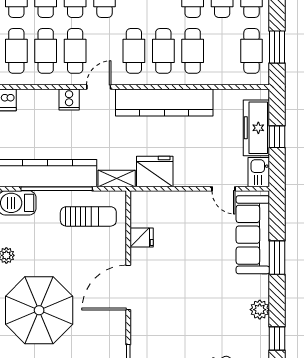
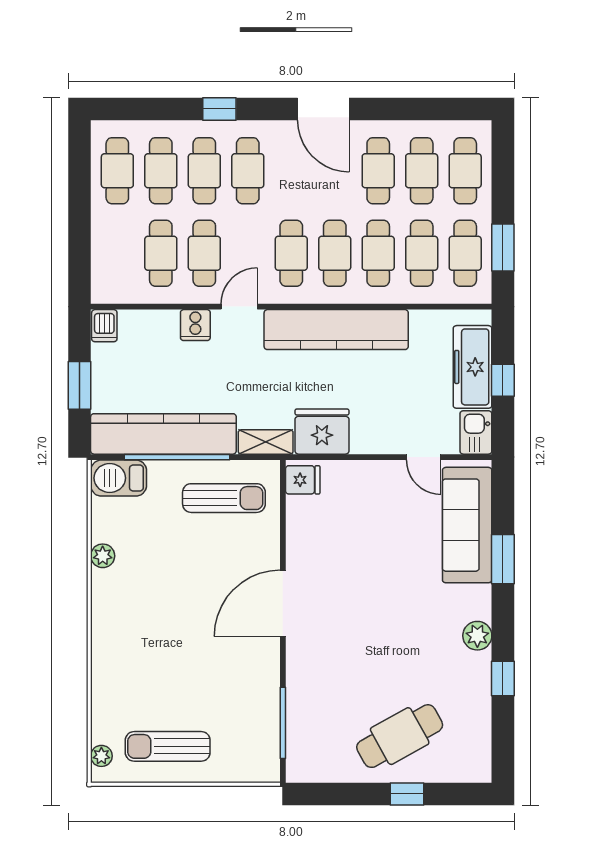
cafe table: (16, 51) -> (422, 253), moved
fridge: (142, 237) -> (303, 480), moved
parasol: (39, 310) -> (151, 637), removed

